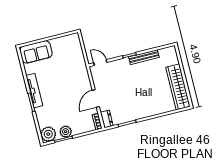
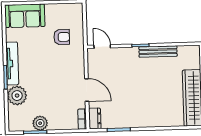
armchair: (68, 62) -> (62, 37), added
door: (96, 98) -> (87, 90), swing flipped
plant: (48, 134) -> (17, 96), moved

